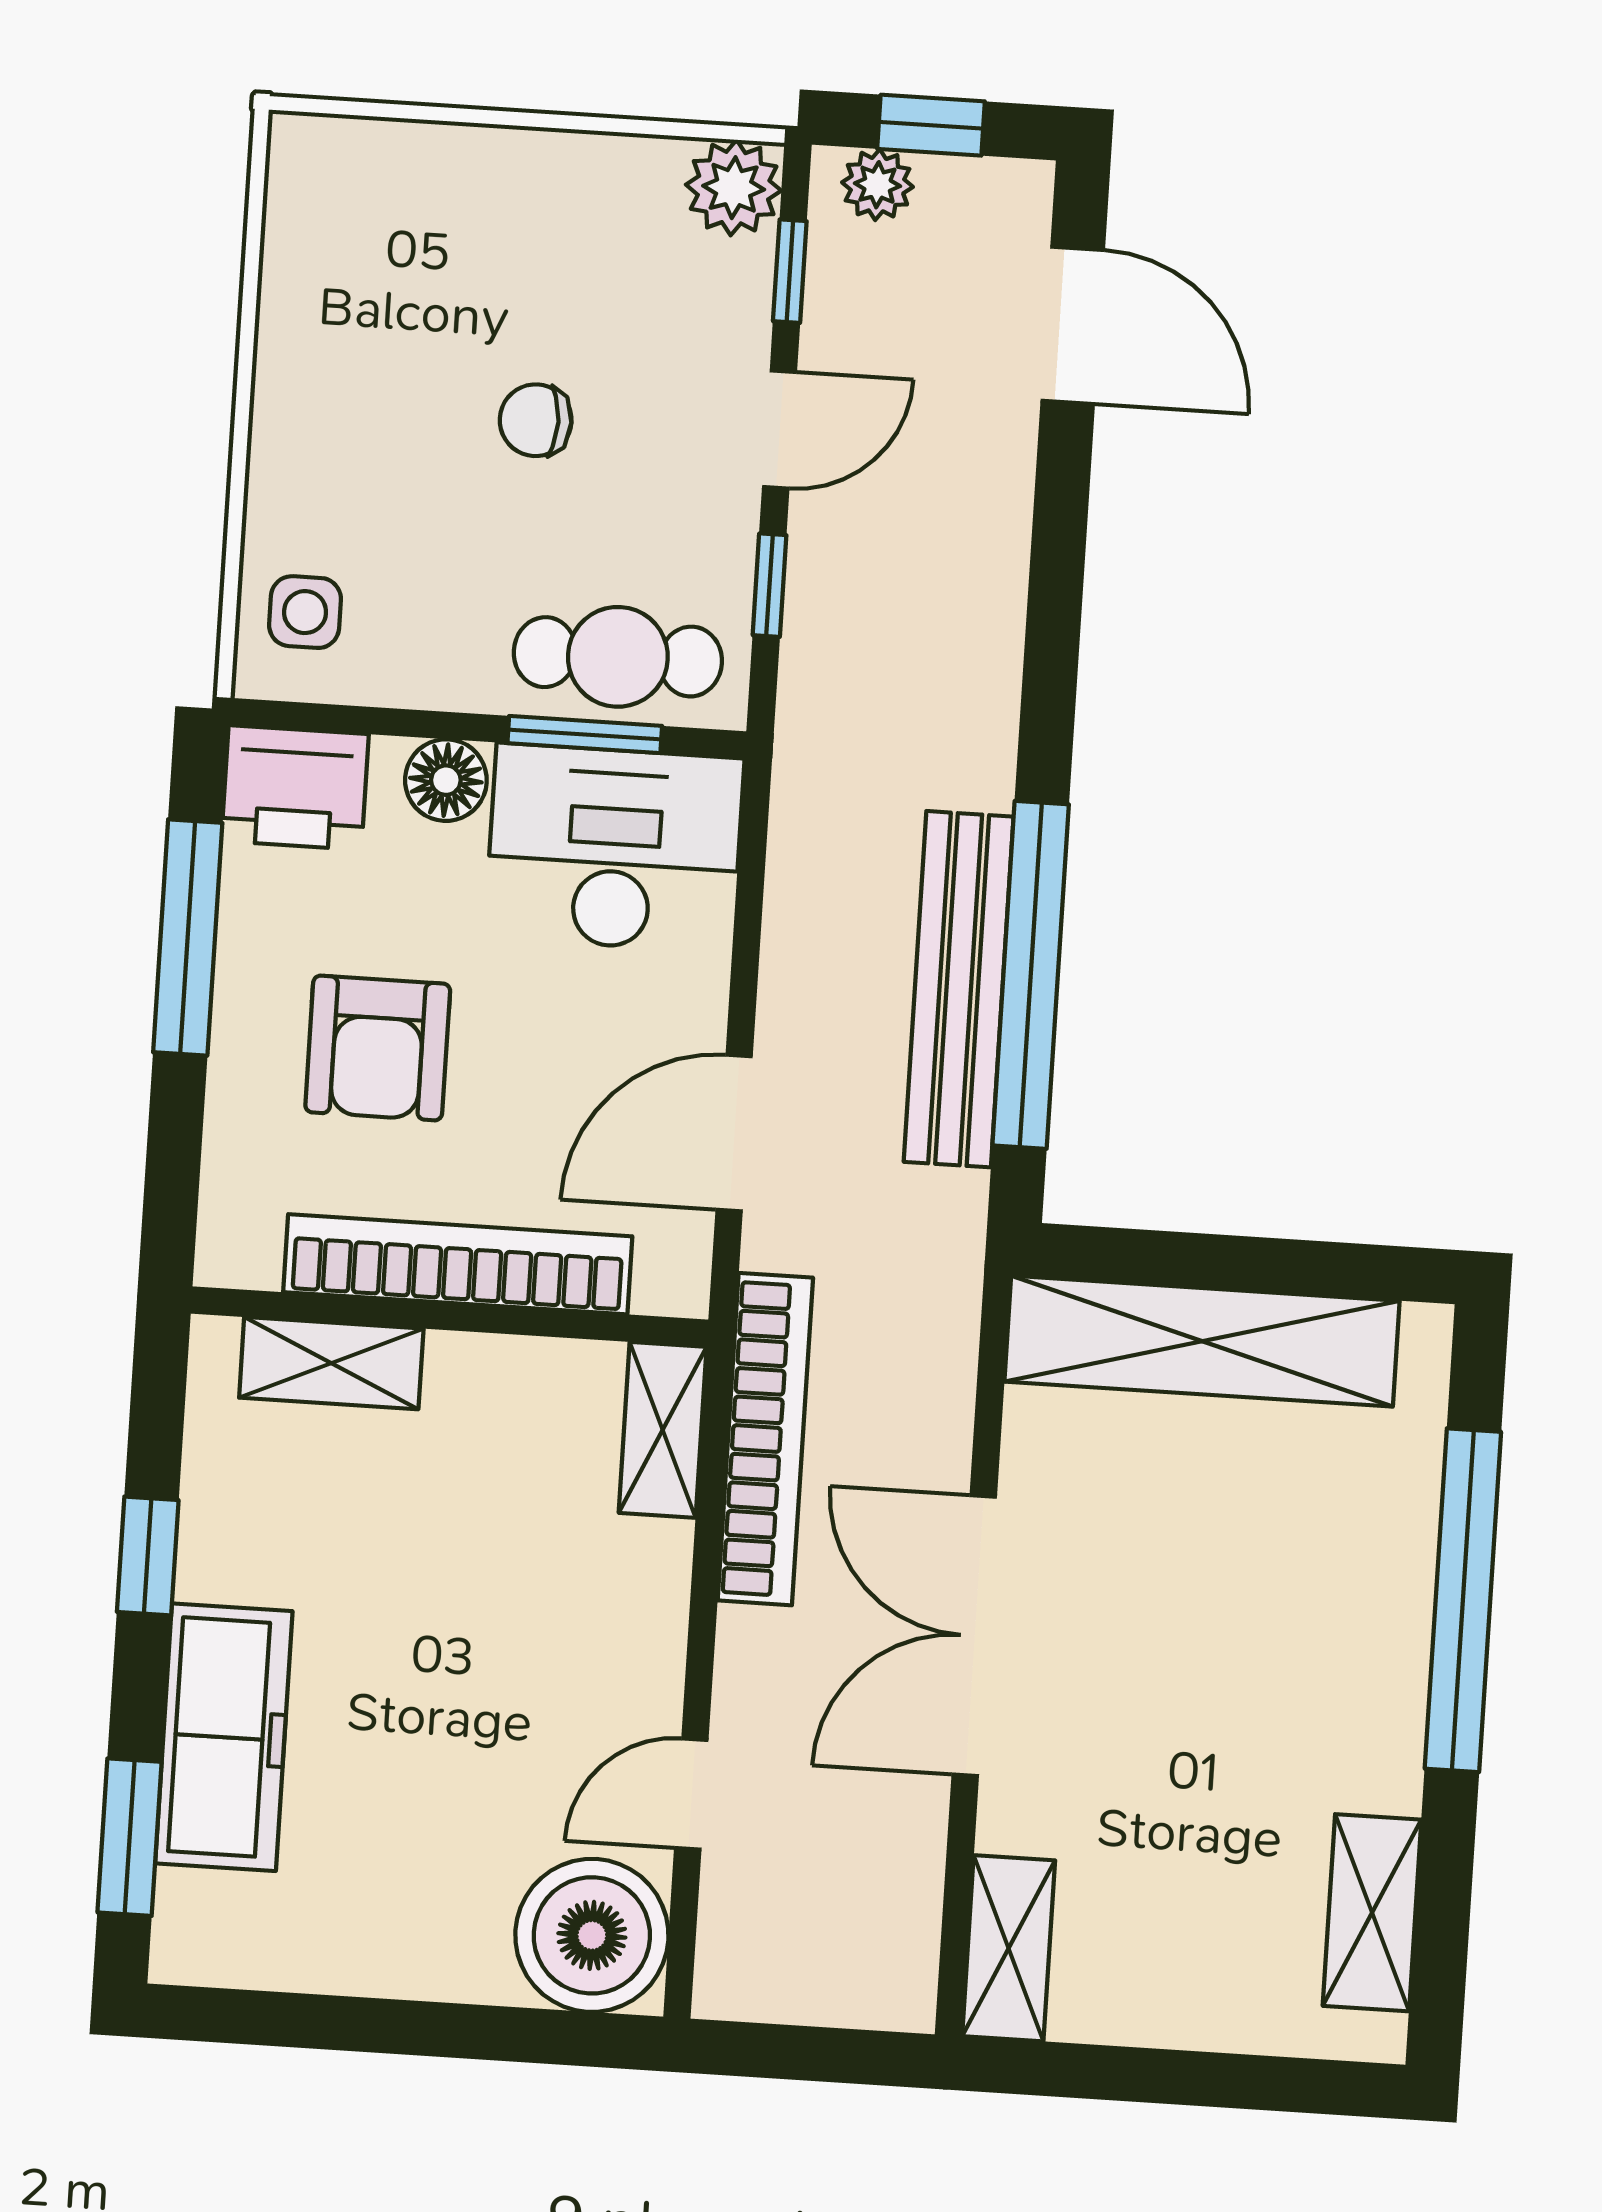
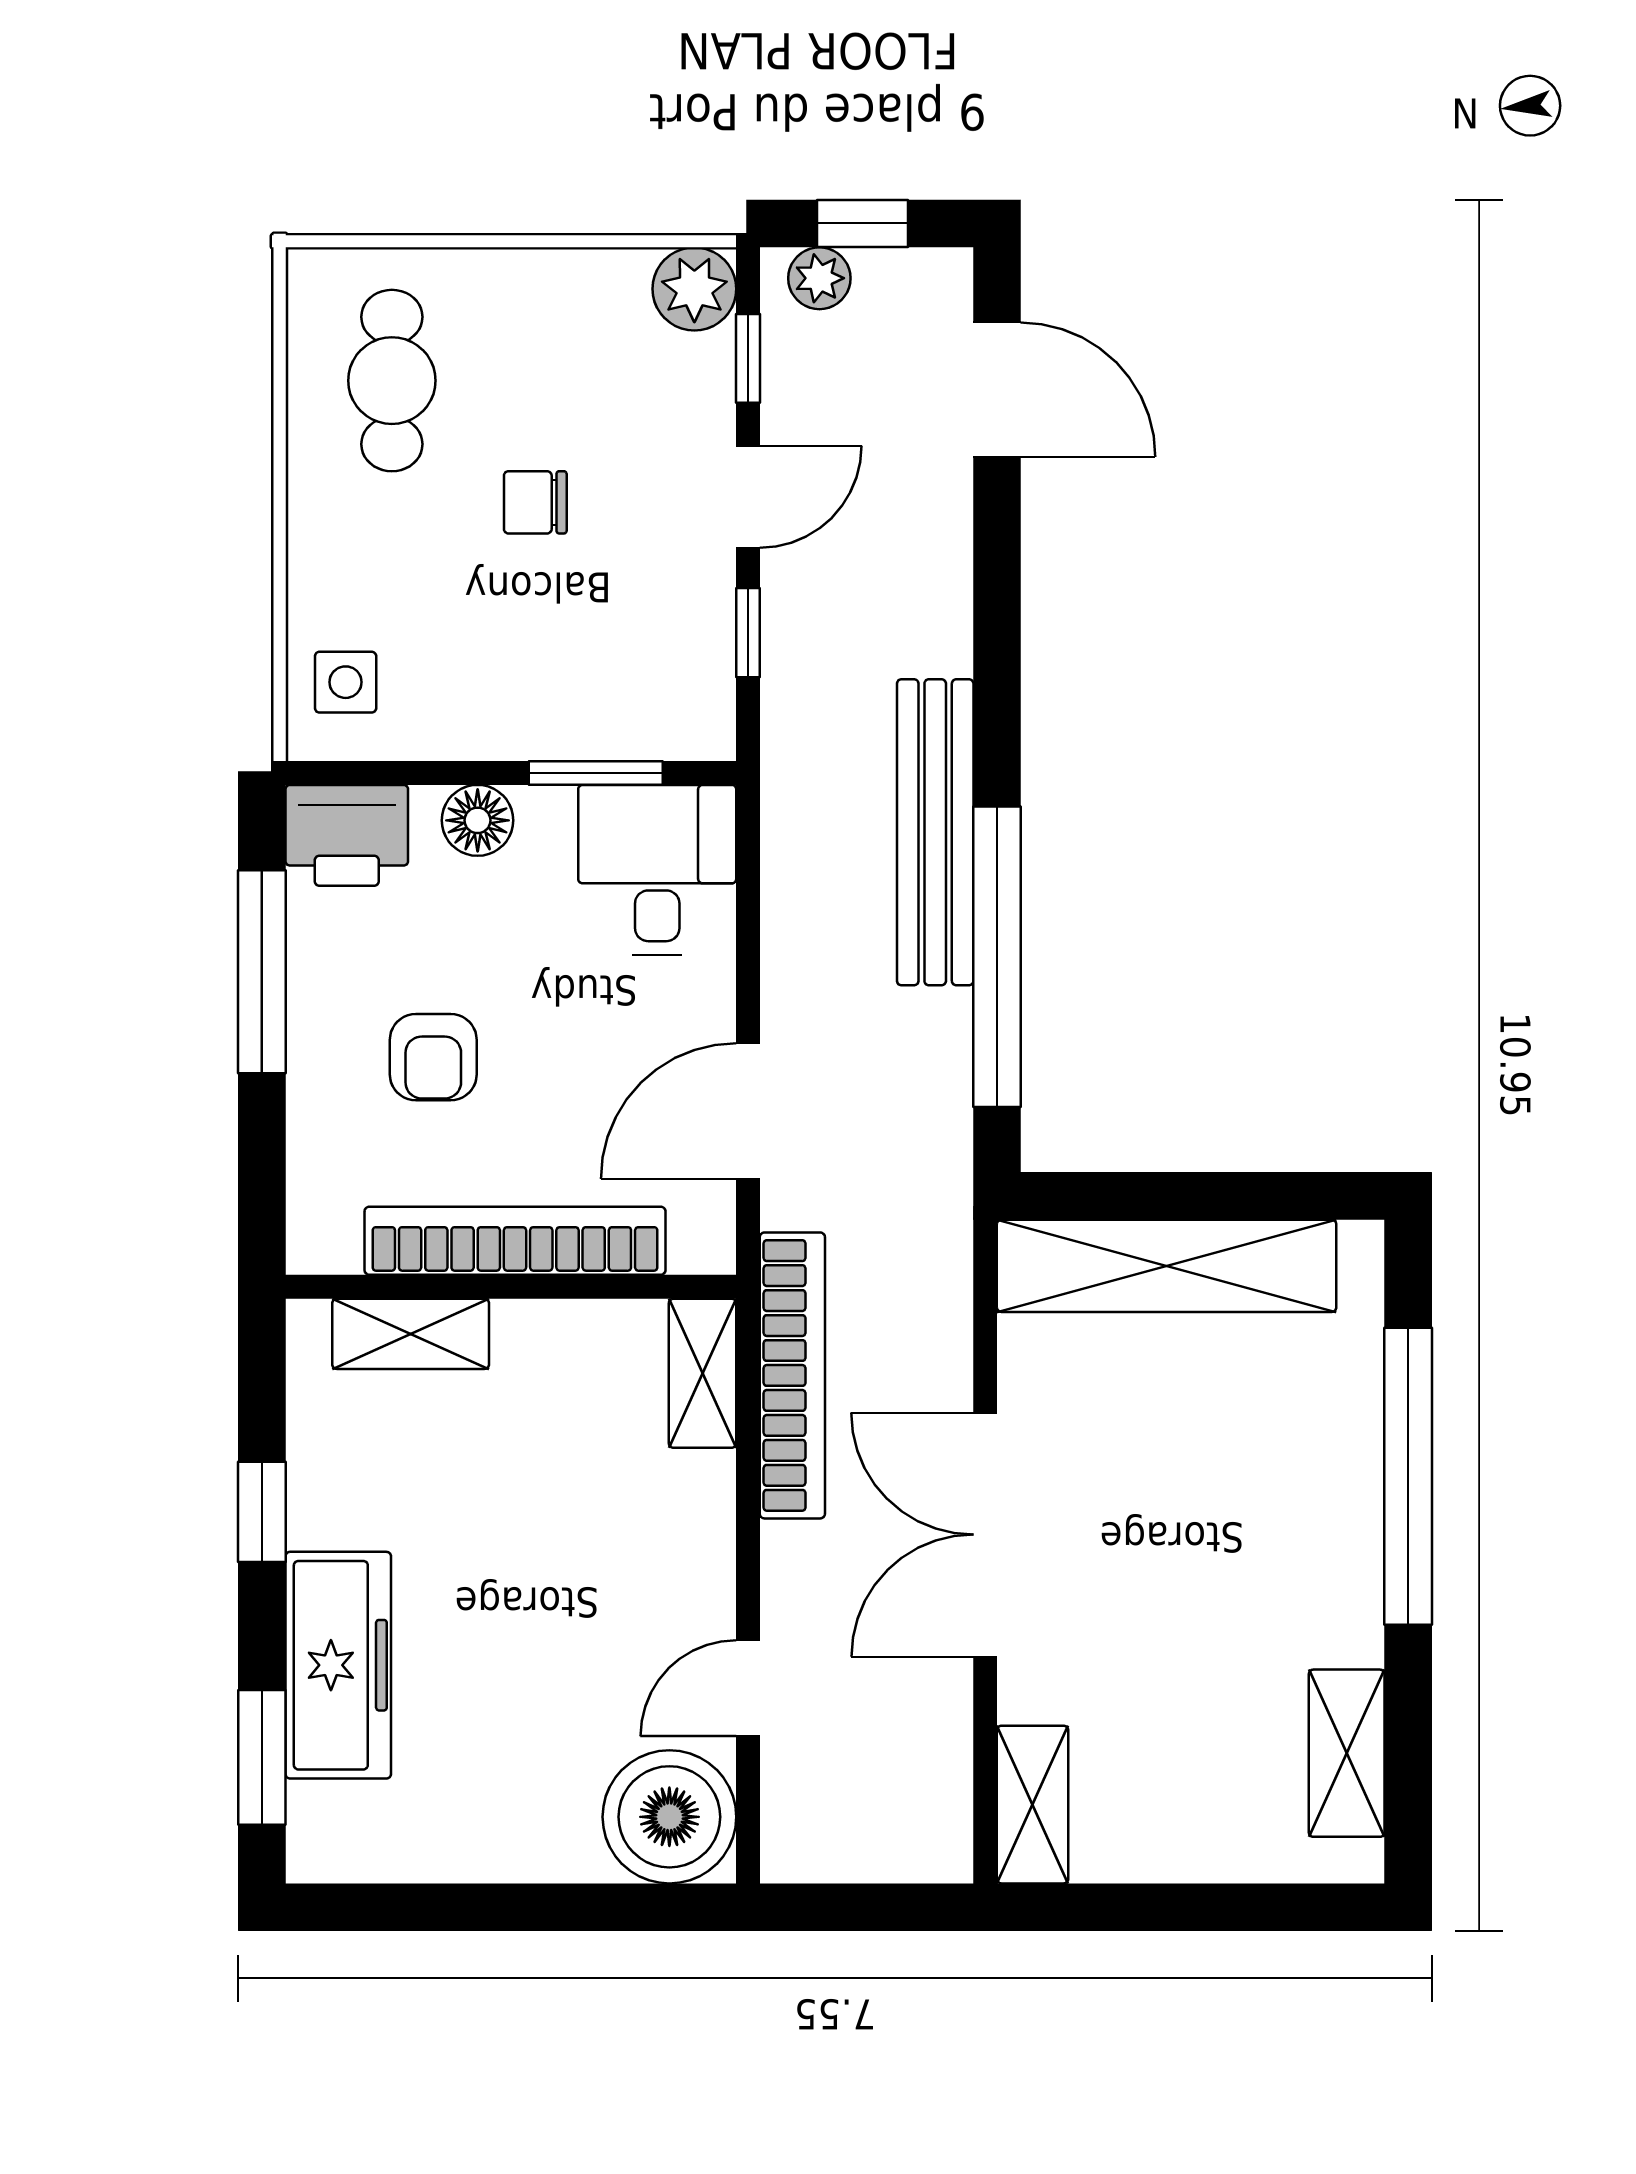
cafe table: (618, 657) -> (392, 381), moved, turned 90
desk: (614, 848) -> (657, 870), width x0.73
bench: (959, 989) -> (935, 832), moved
armchair: (378, 1048) -> (433, 1057), width x0.72, depth x0.72

